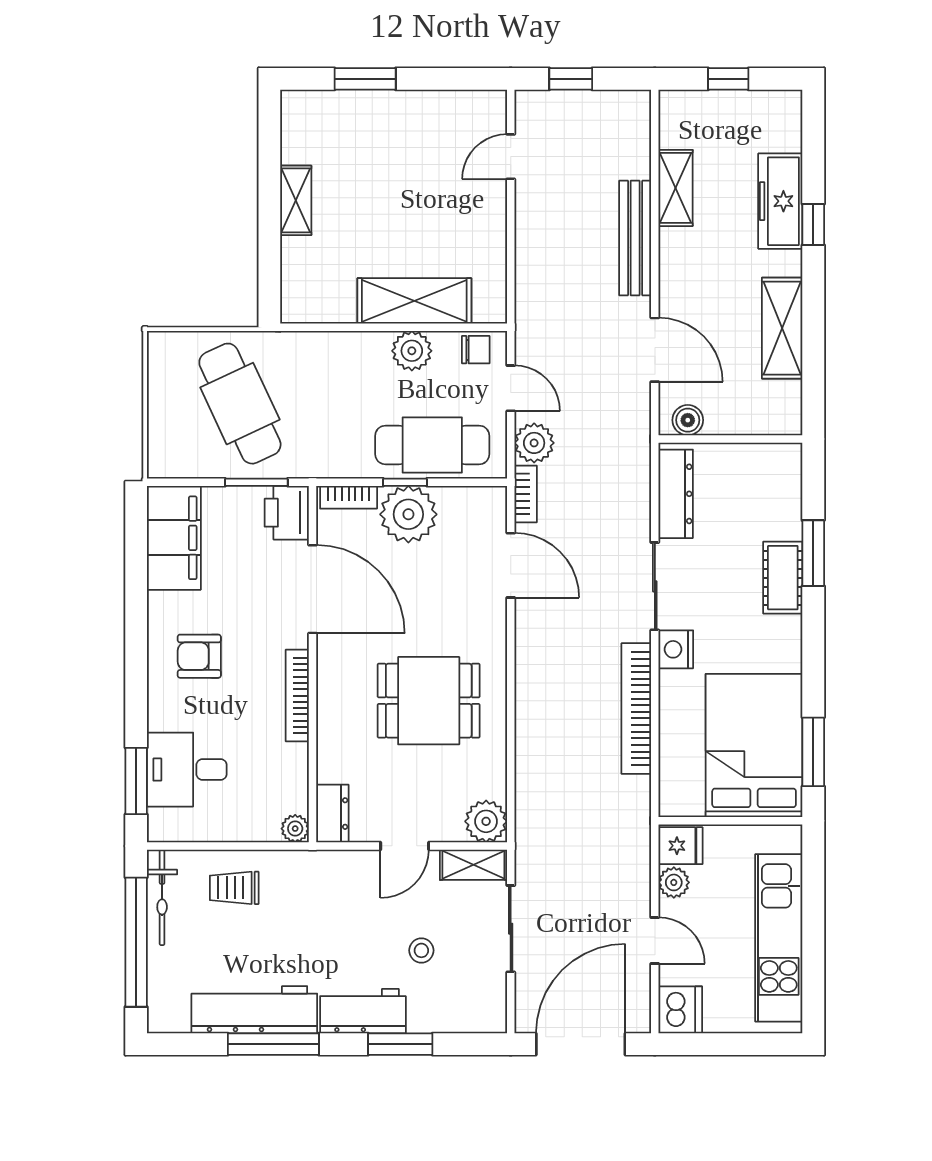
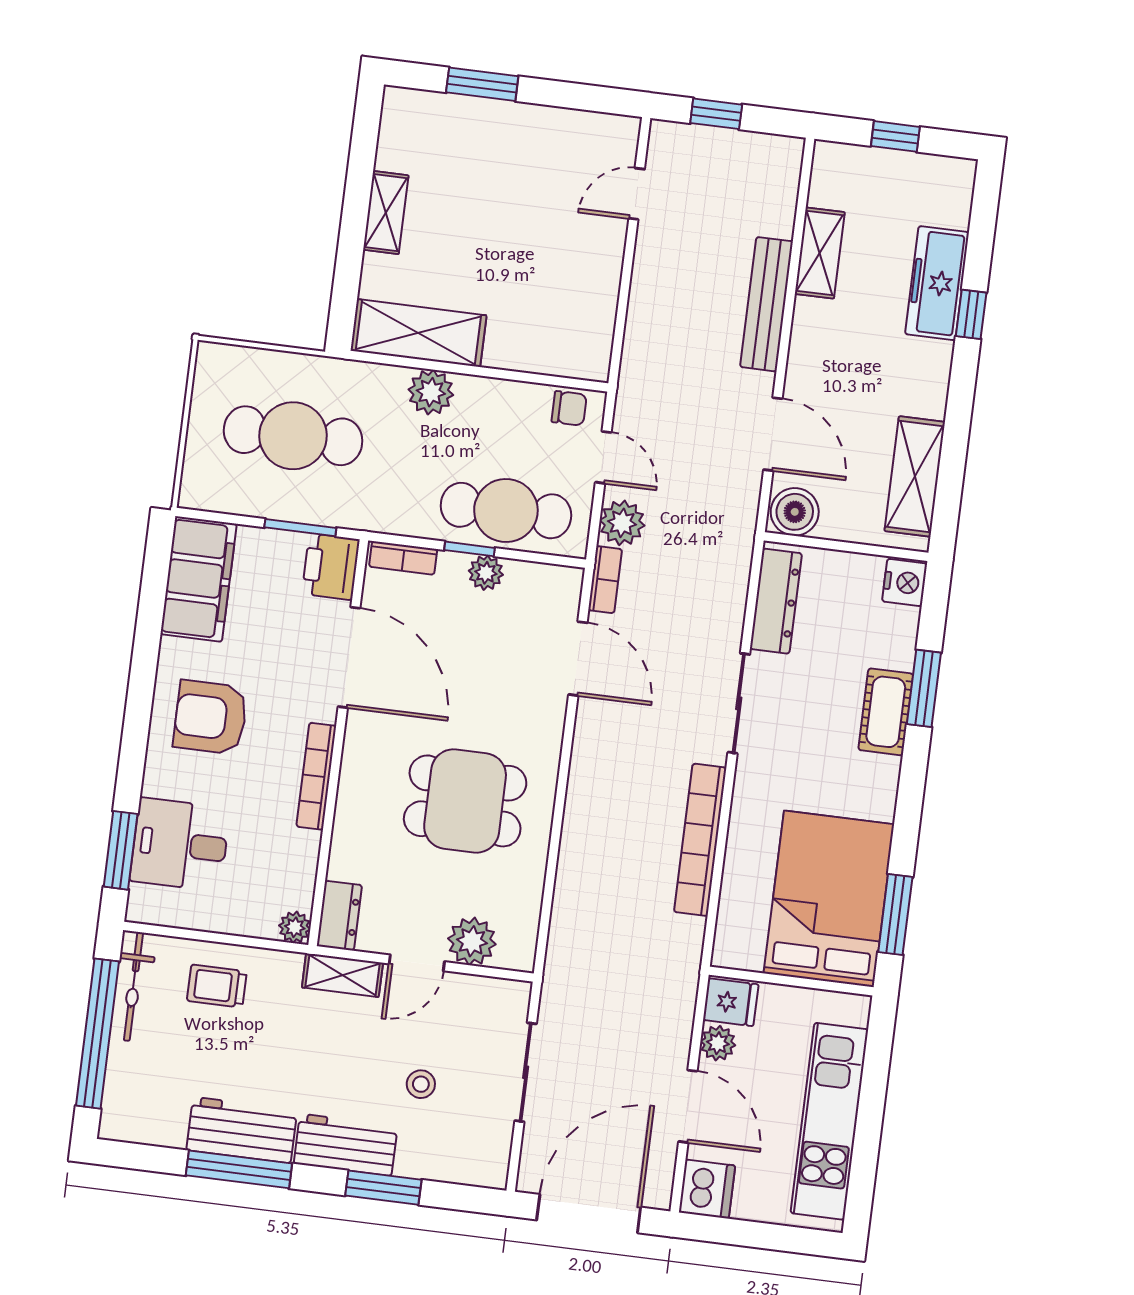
shelving: (414, 301) -> (418, 333), moved
shelving: (782, 328) -> (915, 476), moved
plant: (412, 351) -> (431, 392), moved
cafe table: (240, 404) -> (293, 436), turned -65
boiler: (688, 420) -> (795, 512), width x1.36, depth x1.36
plant: (408, 514) -> (486, 573), width x0.53, depth x0.53
nightstand: (676, 649) -> (905, 582), moved, turned 180
armchair: (199, 656) -> (210, 717), width x1.38, depth x1.38
plant: (486, 821) -> (472, 941), moved
shelving: (473, 865) -> (342, 975), moved
door: (655, 940) -> (688, 1106), width x1.38
workbench: (254, 1010) -> (242, 1130), width x0.73

